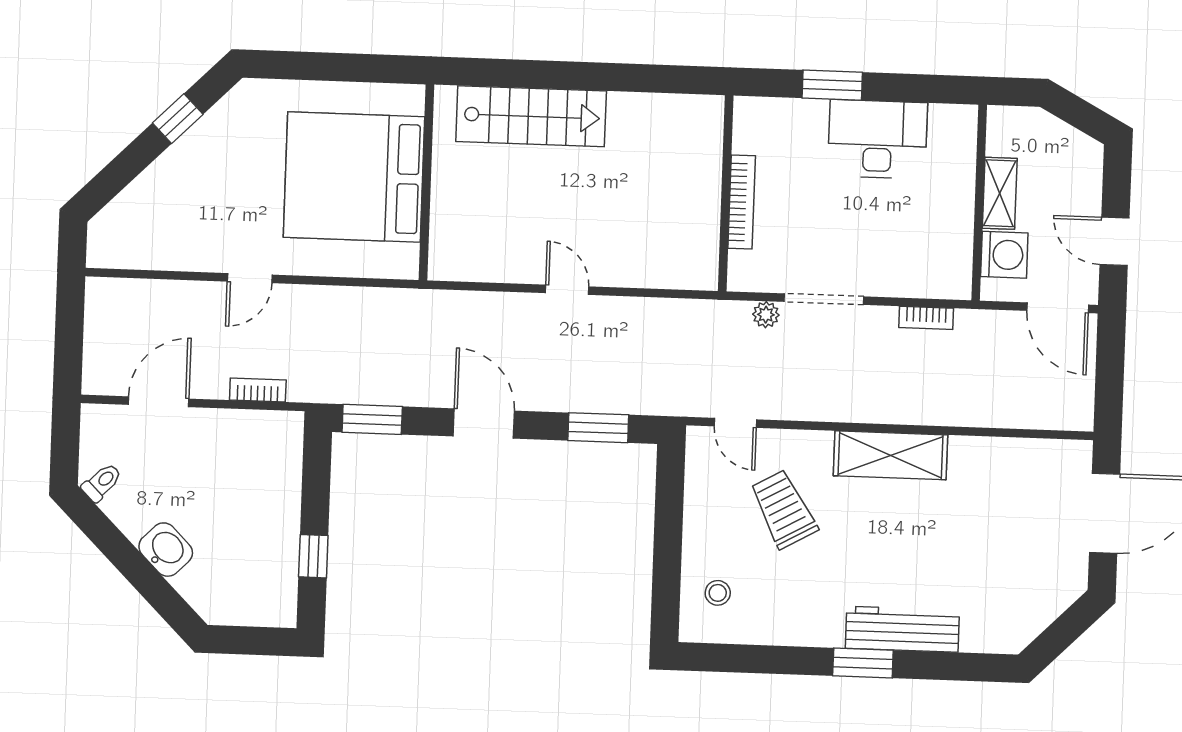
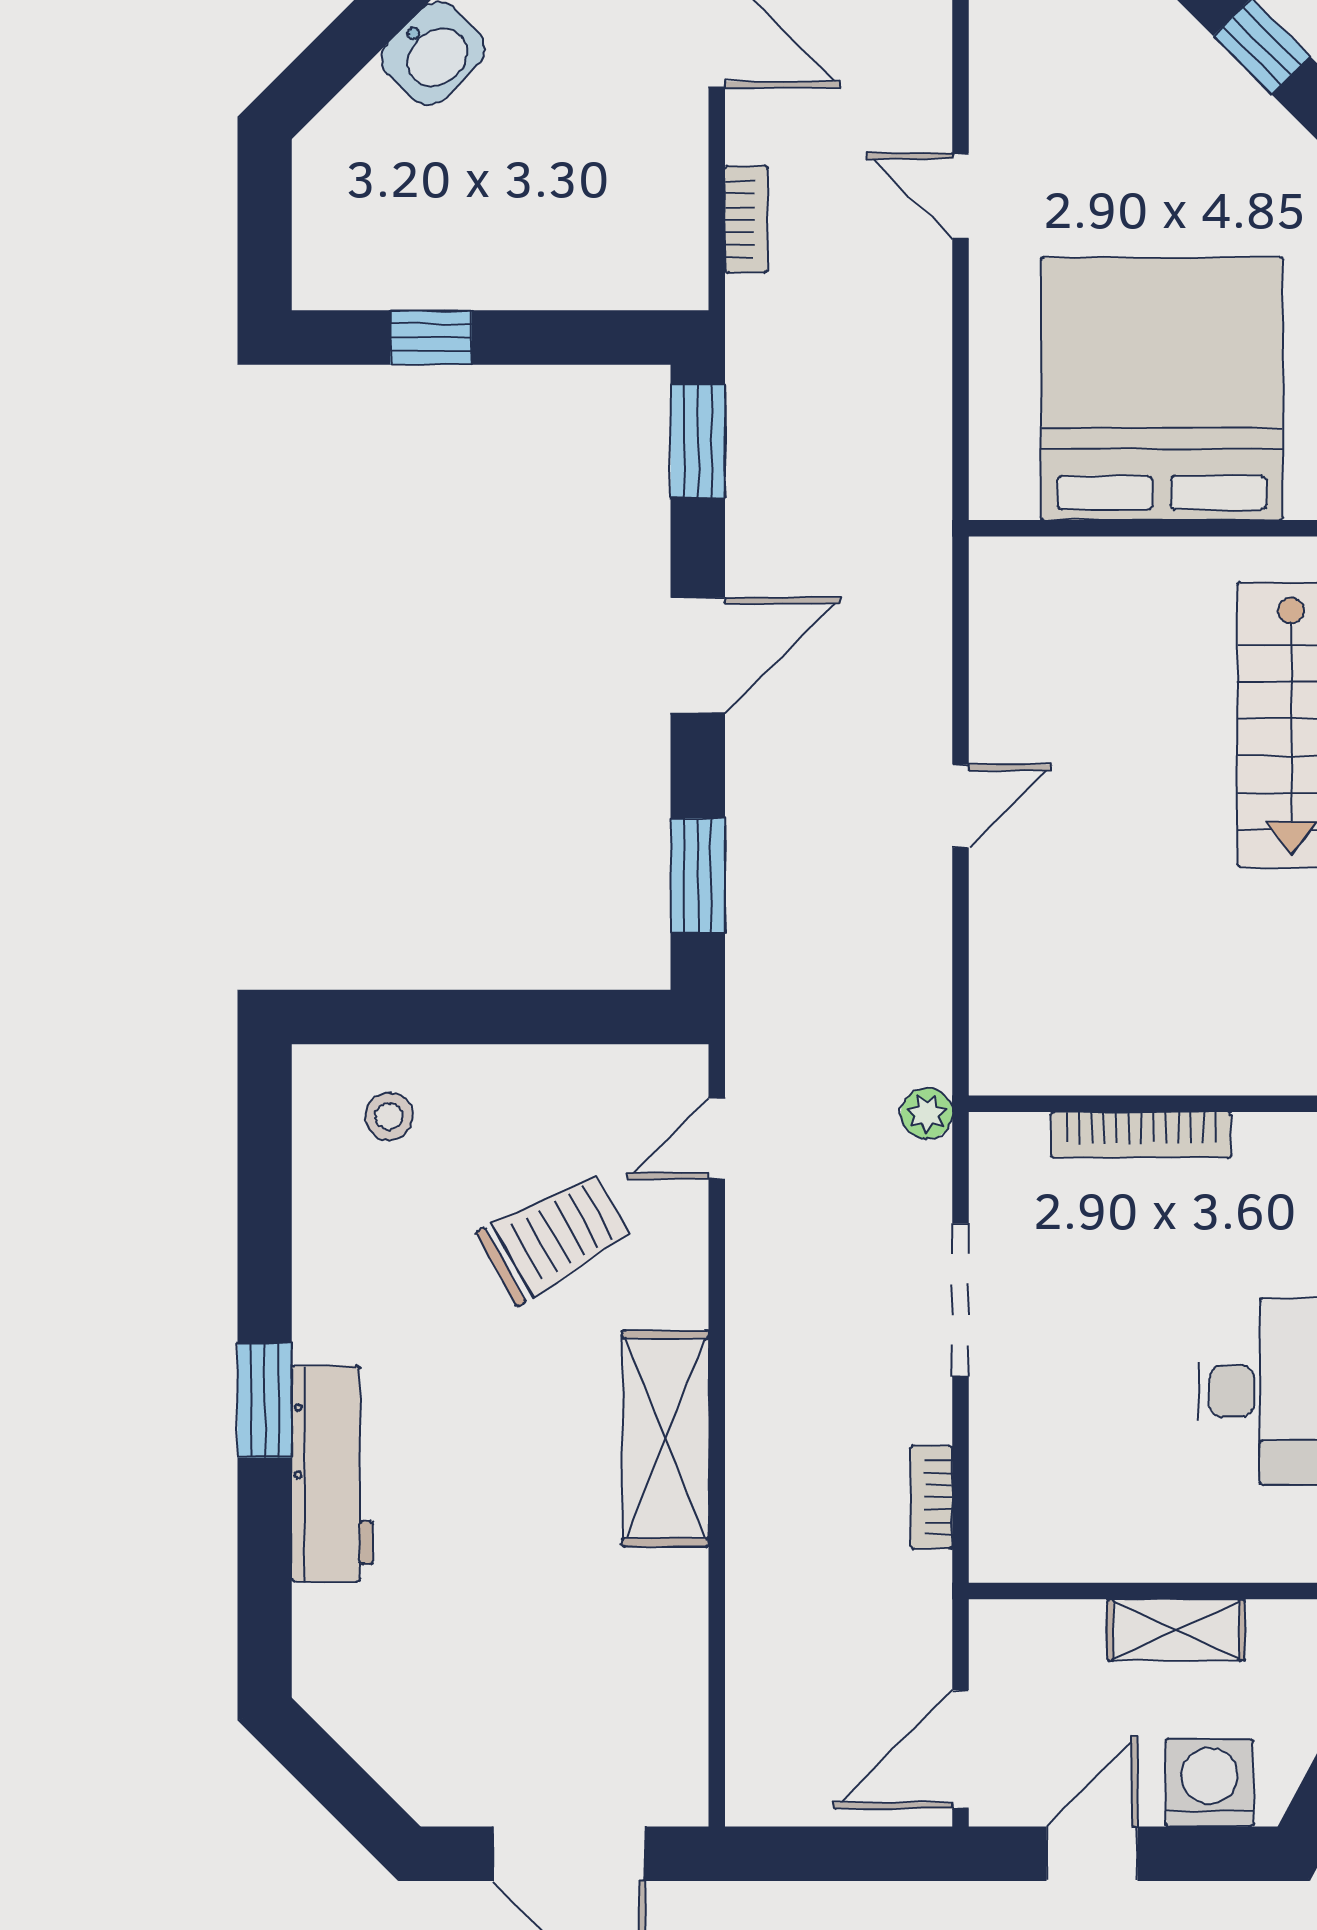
washing machine: (1004, 255) -> (1210, 1783), moved, turned 180
plant: (766, 315) -> (927, 1113), moved

